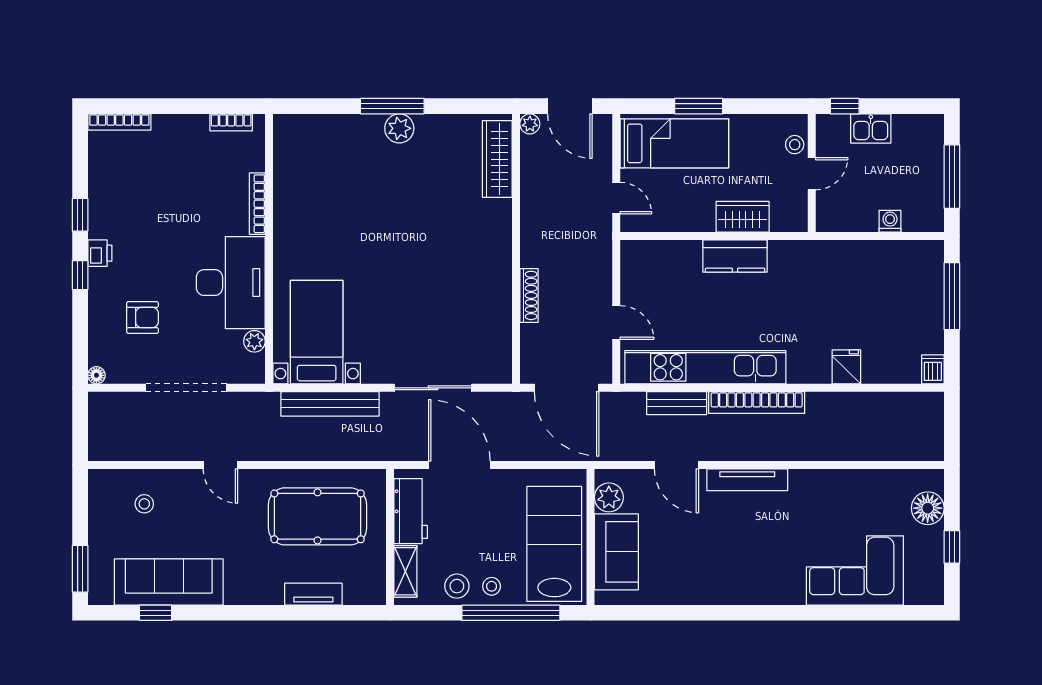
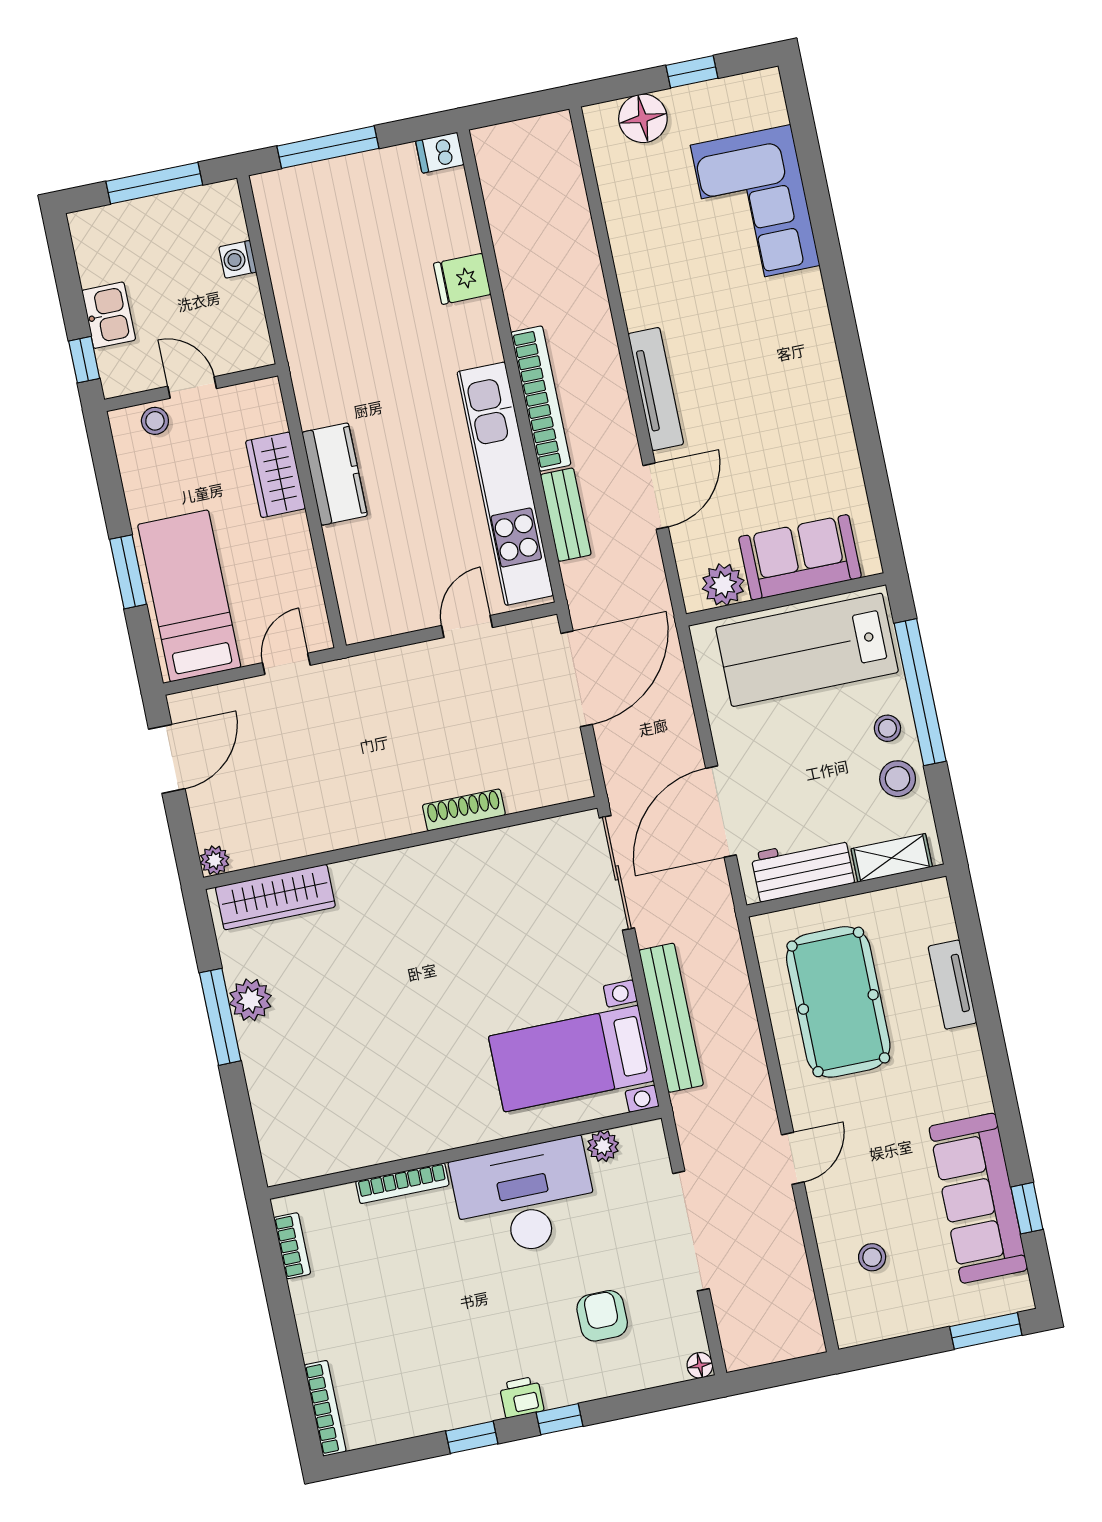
plant: (530, 124) -> (215, 860), moved
wardrobe: (497, 159) -> (275, 897), moved
wall: (516, 249) -> (400, 843), moved
shoe rack: (529, 295) -> (464, 810), moved

